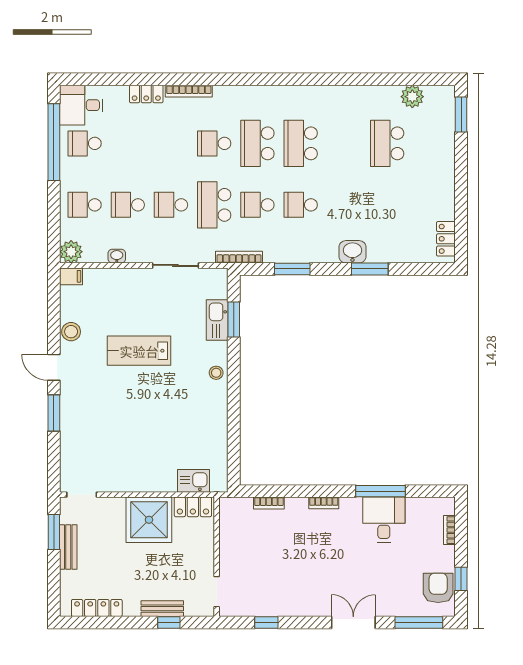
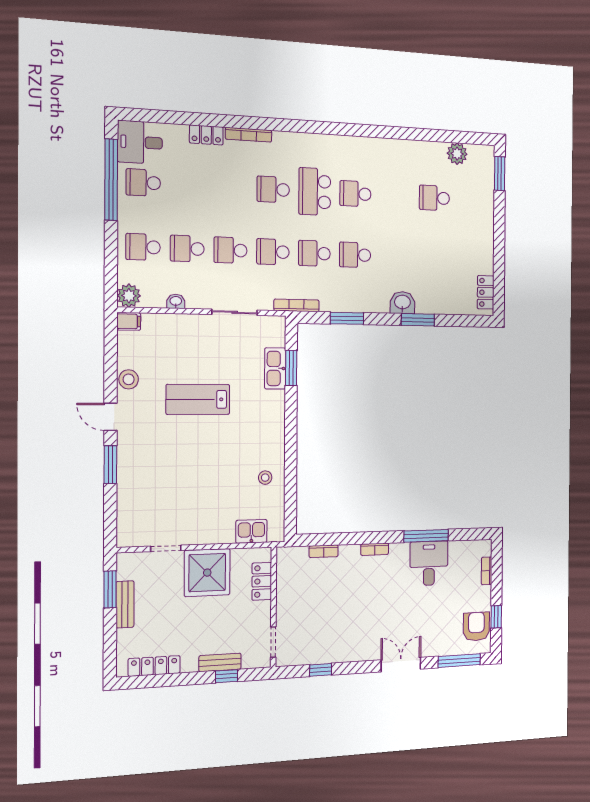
school desk: (301, 143) -> (355, 194), width x0.54
school desk: (387, 143) -> (434, 198), width x0.54
school desk: (214, 205) -> (273, 252), width x0.54
stool: (216, 373) -> (265, 478), moved
doorway: (82, 495) -> (166, 548), moved
locker: (193, 507) -> (262, 581), moved, turned 90

